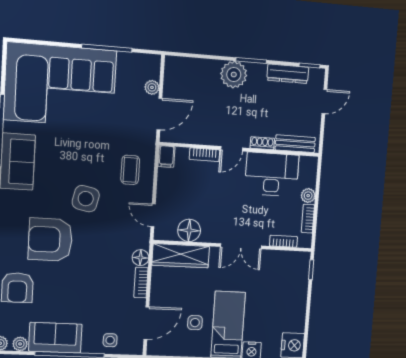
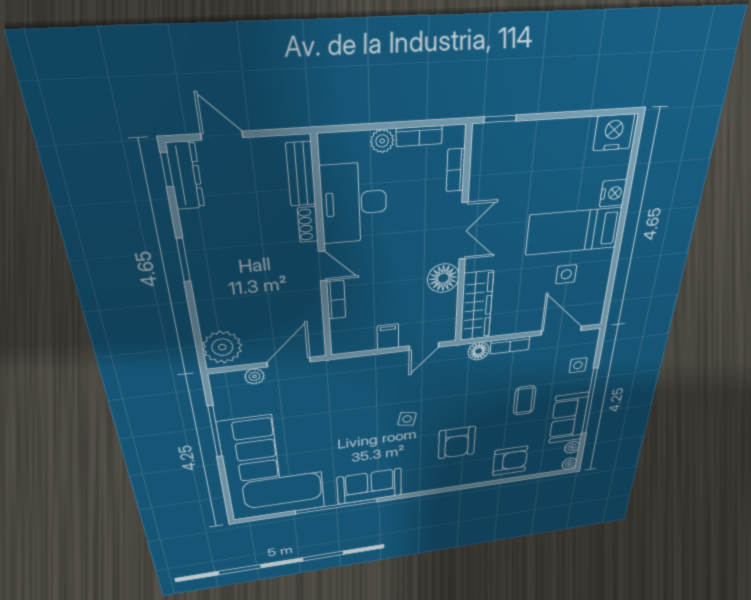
dresser: (288, 74) -> (185, 176), moved
plant: (234, 75) -> (222, 347), moved
door: (159, 114) -> (289, 362), hinge flipped
filing cabinet: (166, 157) -> (388, 337), moved, turned -90
coffee table: (130, 170) -> (525, 400), moved, turned 90
side table: (86, 199) -> (407, 419), width x0.54, depth x0.54
floor lamp: (189, 230) -> (443, 278), moved
armchair: (50, 240) -> (457, 442), width x0.73, depth x0.73

